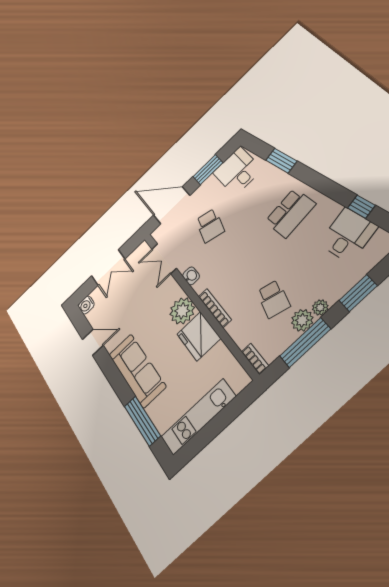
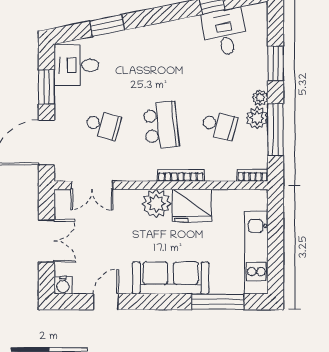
school desk: (290, 213) -> (161, 125), moved
washbasin: (191, 276) -> (133, 174), removed

